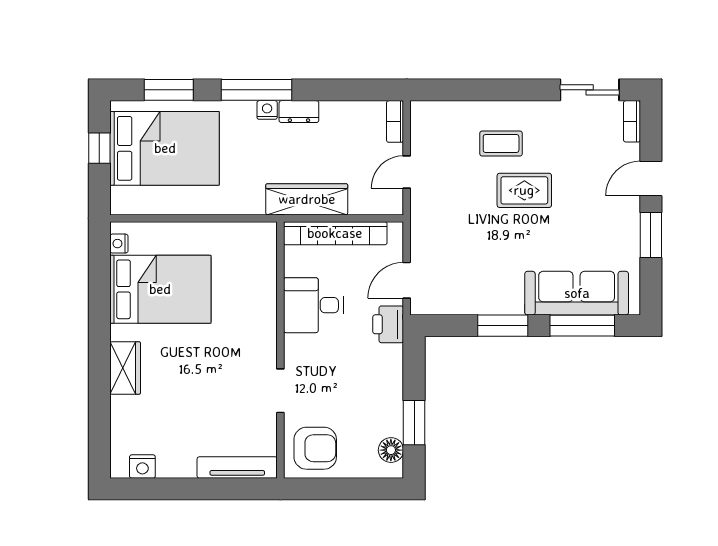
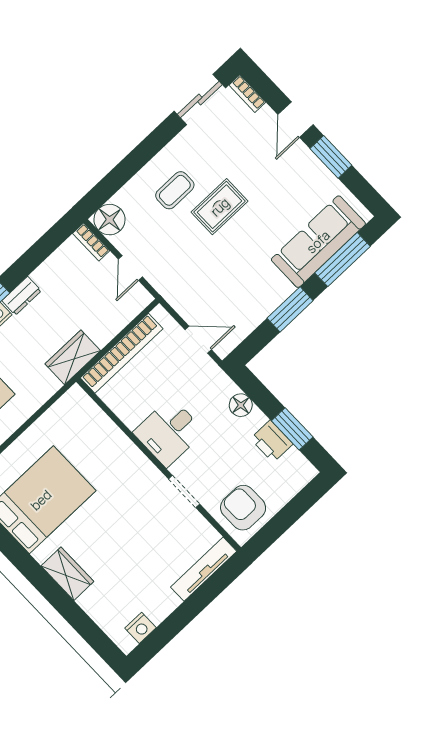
floor lamp: (427, 117) -> (110, 220), added
wardrobe: (307, 199) -> (73, 357), width x0.67
door: (407, 280) -> (198, 340), swing flipped
desk: (313, 305) -> (169, 432), moved
printer: (388, 324) -> (272, 441), moved
armchair: (315, 448) -> (243, 508), turned -90
floor lamp: (391, 450) -> (241, 405), moved

